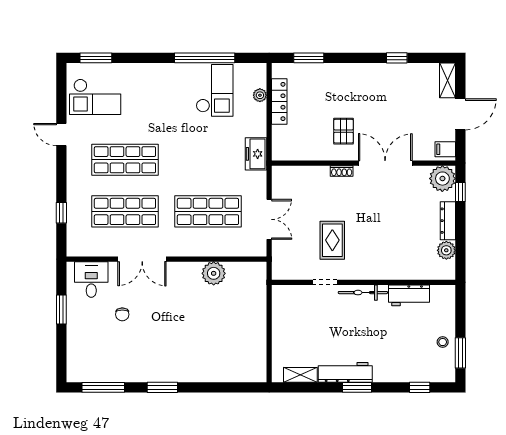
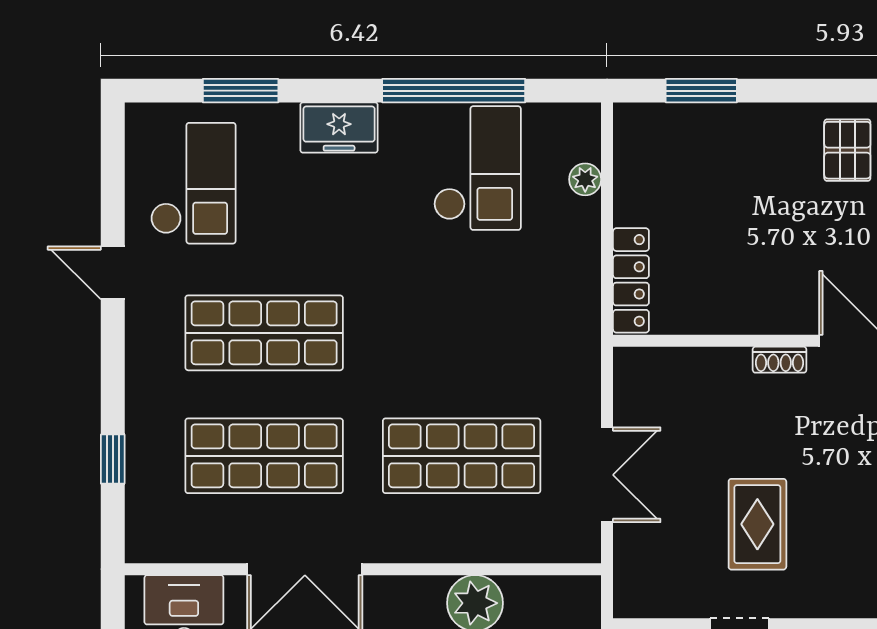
window: (96, 58) -> (241, 91), moved
checkout: (95, 97) -> (193, 183), turned -90
locker: (279, 101) -> (631, 280), moved
pallet: (344, 131) -> (847, 150), moved
freezer: (256, 154) -> (339, 128), moved, turned -90

